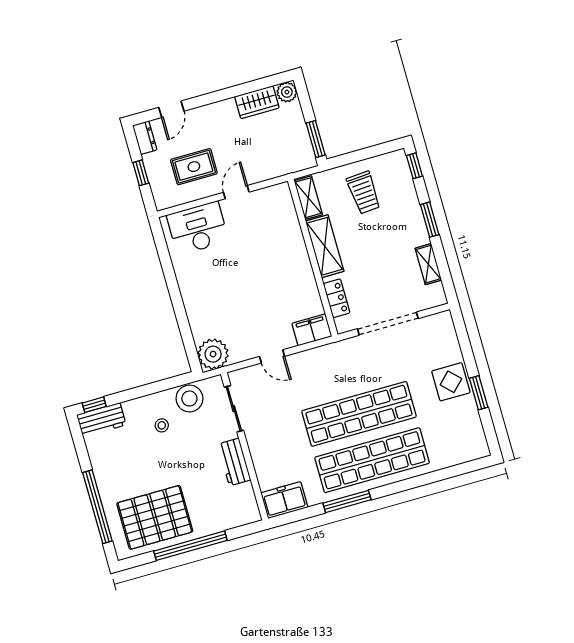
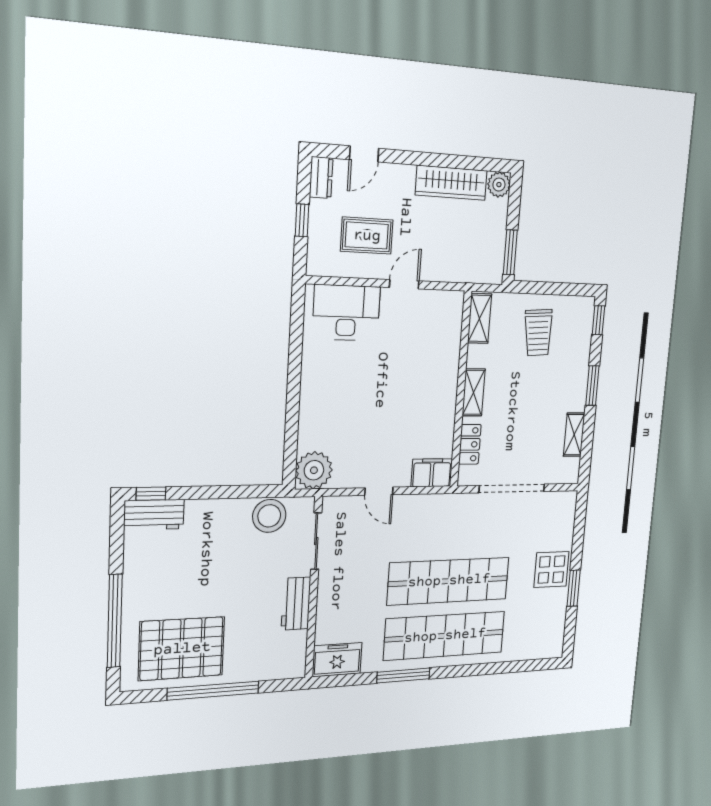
wardrobe: (257, 102) -> (451, 183), width x1.50
shelving: (325, 246) -> (474, 392), width x0.67, depth x0.75
stool: (162, 425) -> (226, 540), removed

